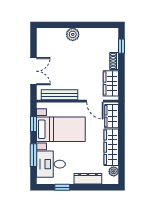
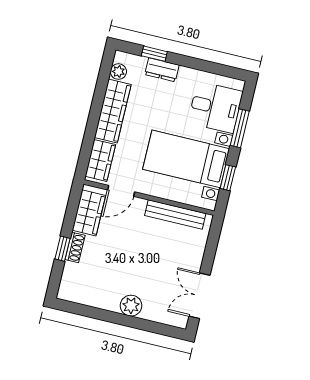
window: (121, 46) -> (62, 249), moved
double door: (33, 71) -> (200, 296), moved
door: (95, 101) -> (121, 191), swing flipped
dresser: (88, 179) -> (162, 70), width x0.70
window: (62, 187) -> (154, 54), moved

